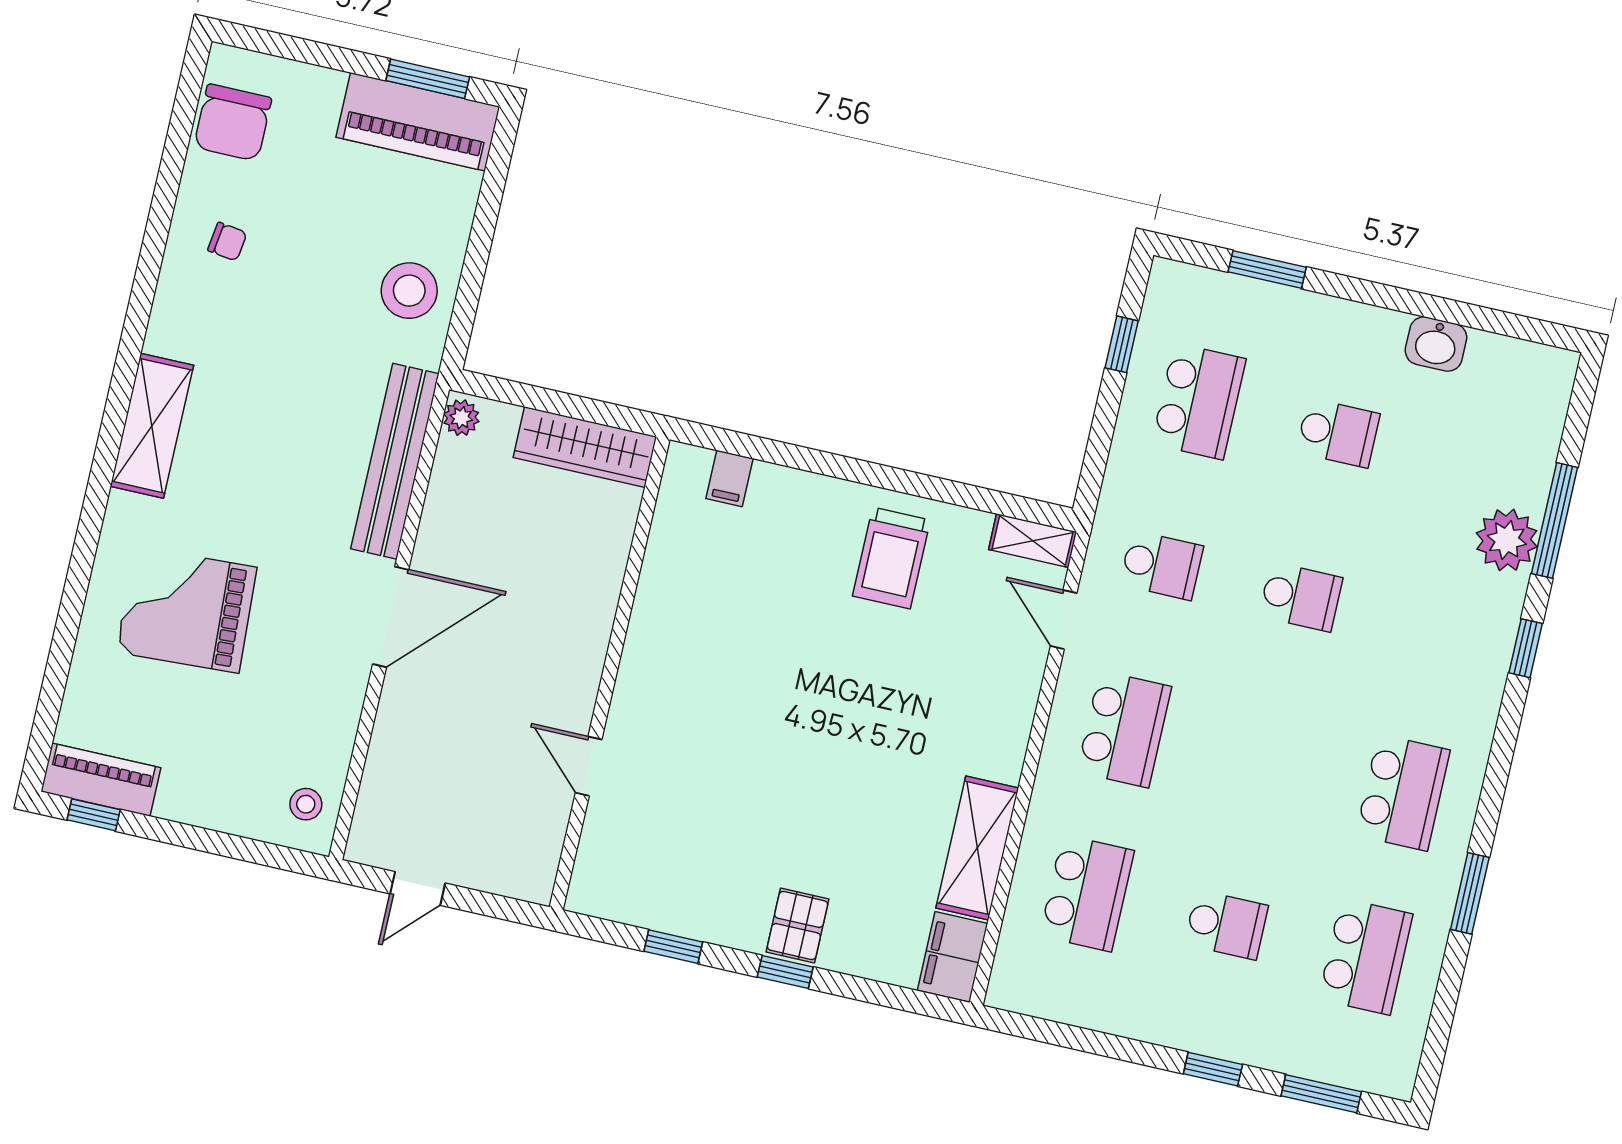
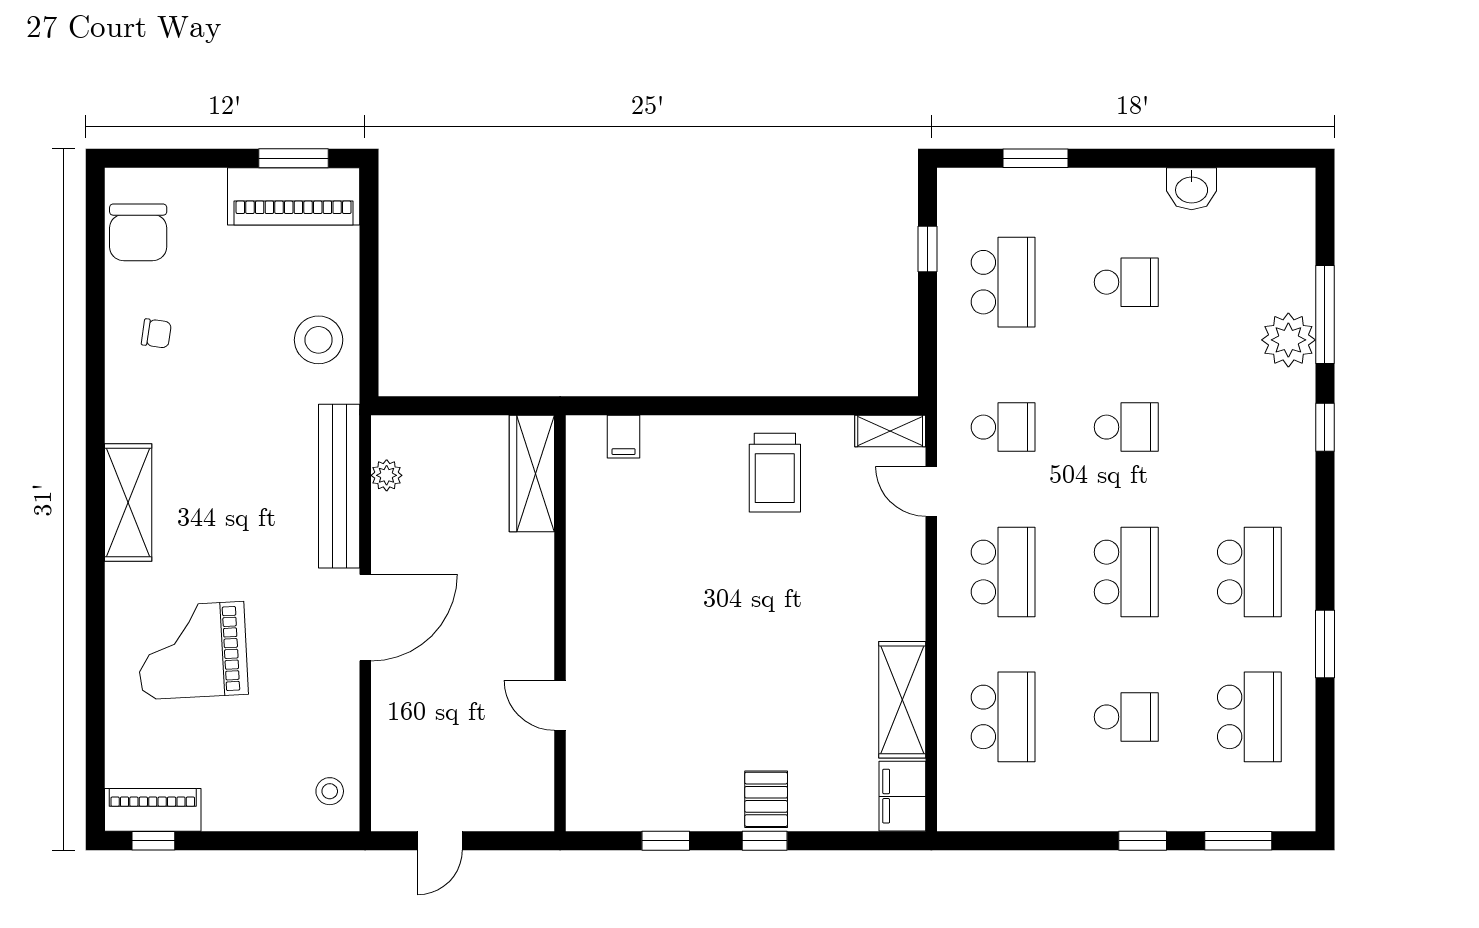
plant: (461, 418) -> (387, 475), moved
wardrobe: (585, 447) -> (532, 474), moved, turned 90
school desk: (1263, 761) -> (1126, 572), added

